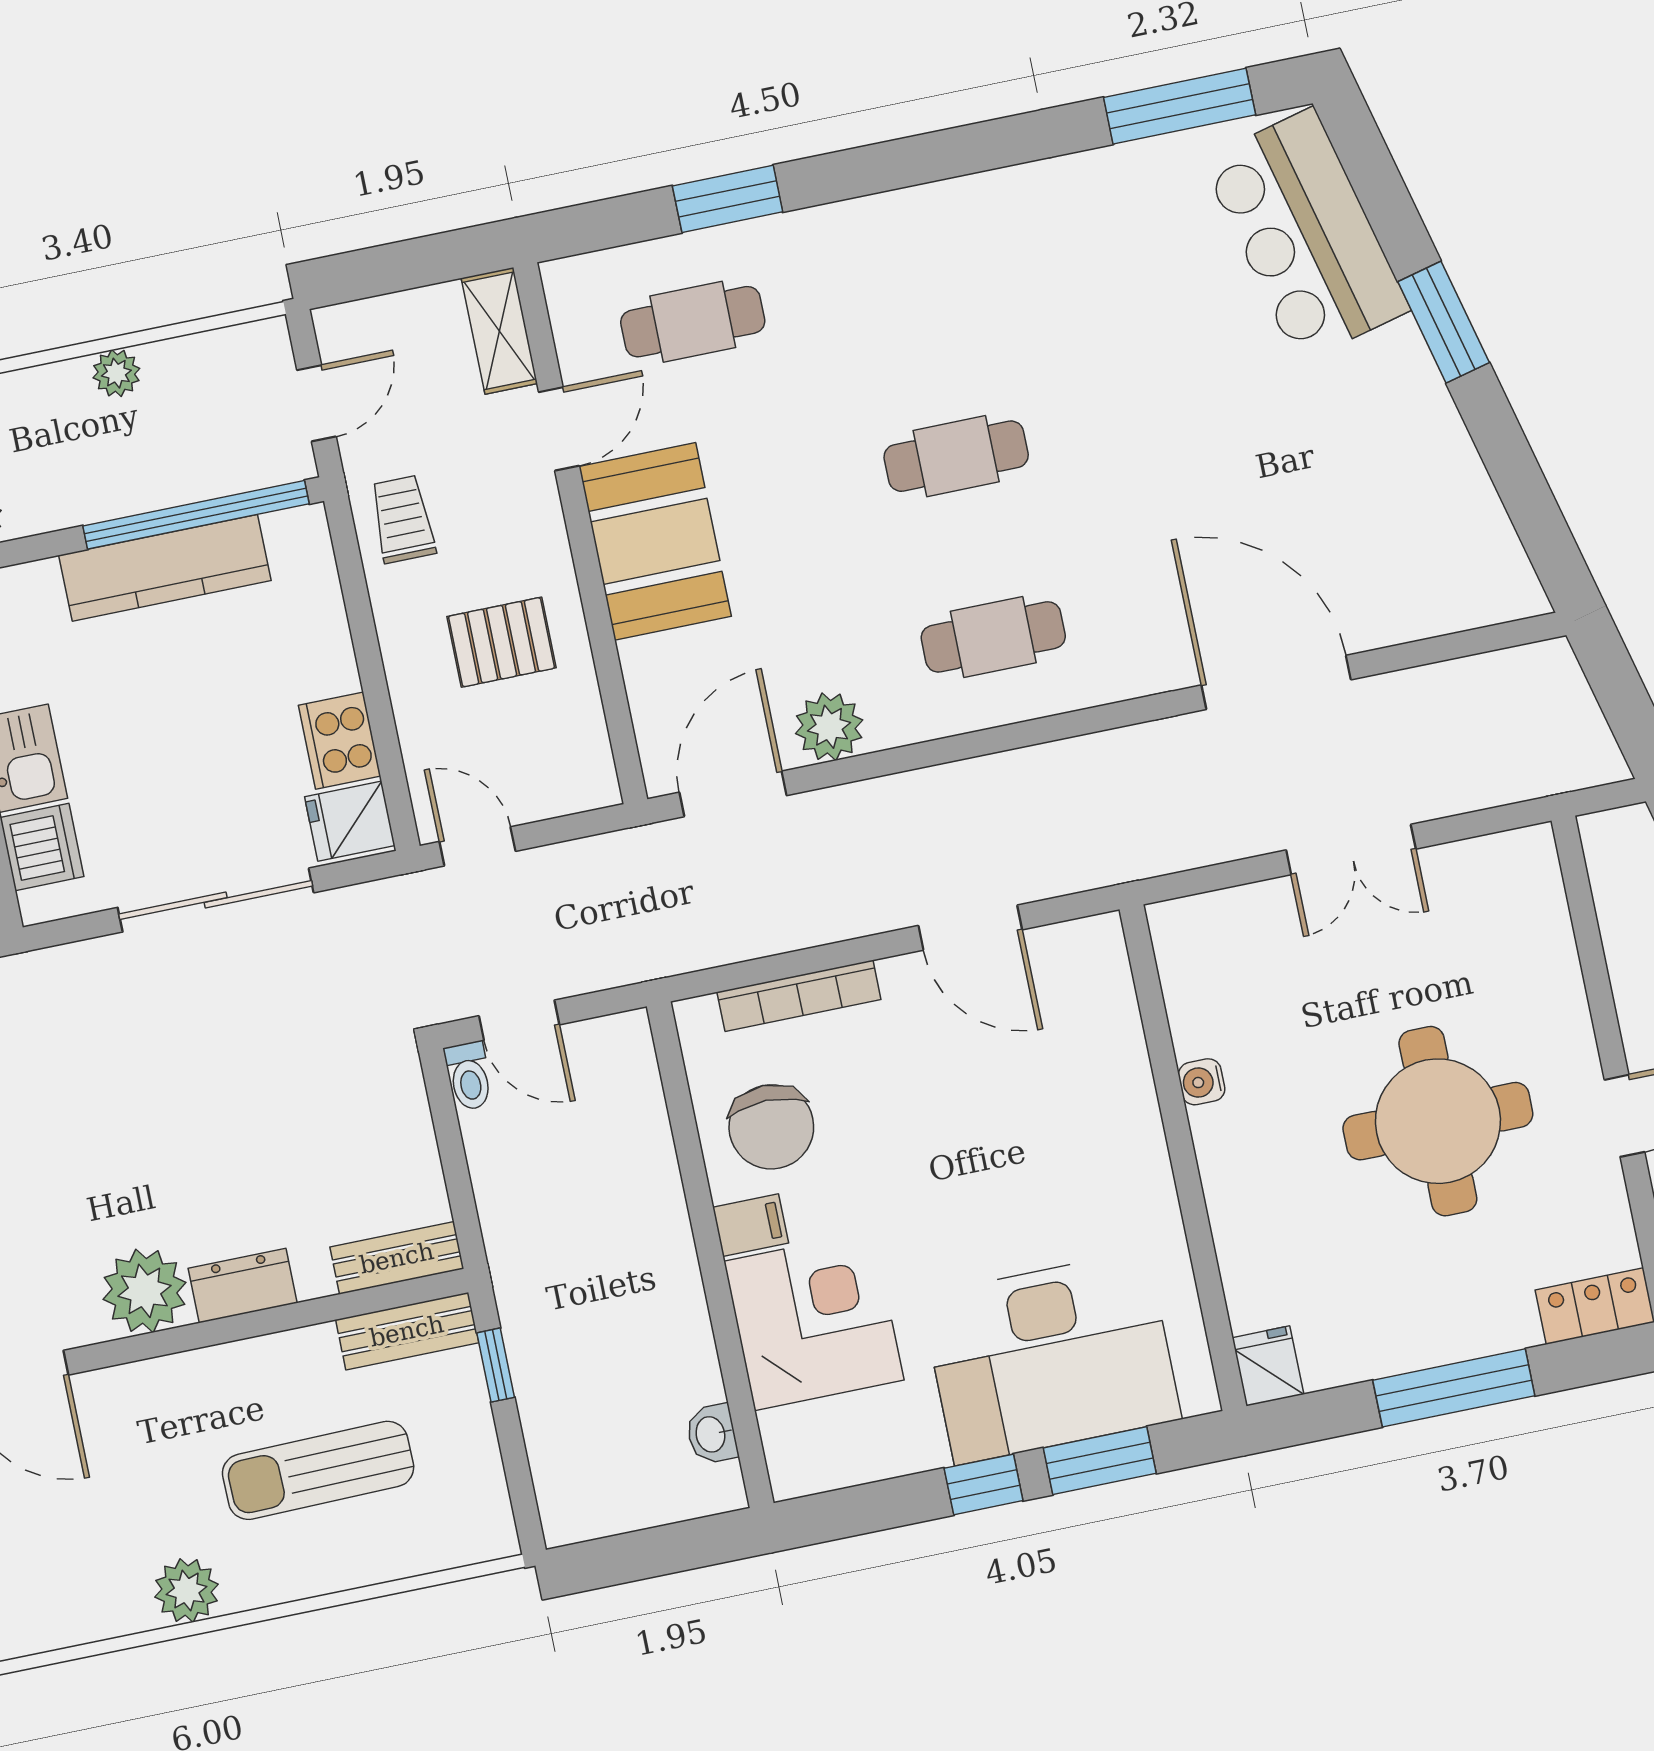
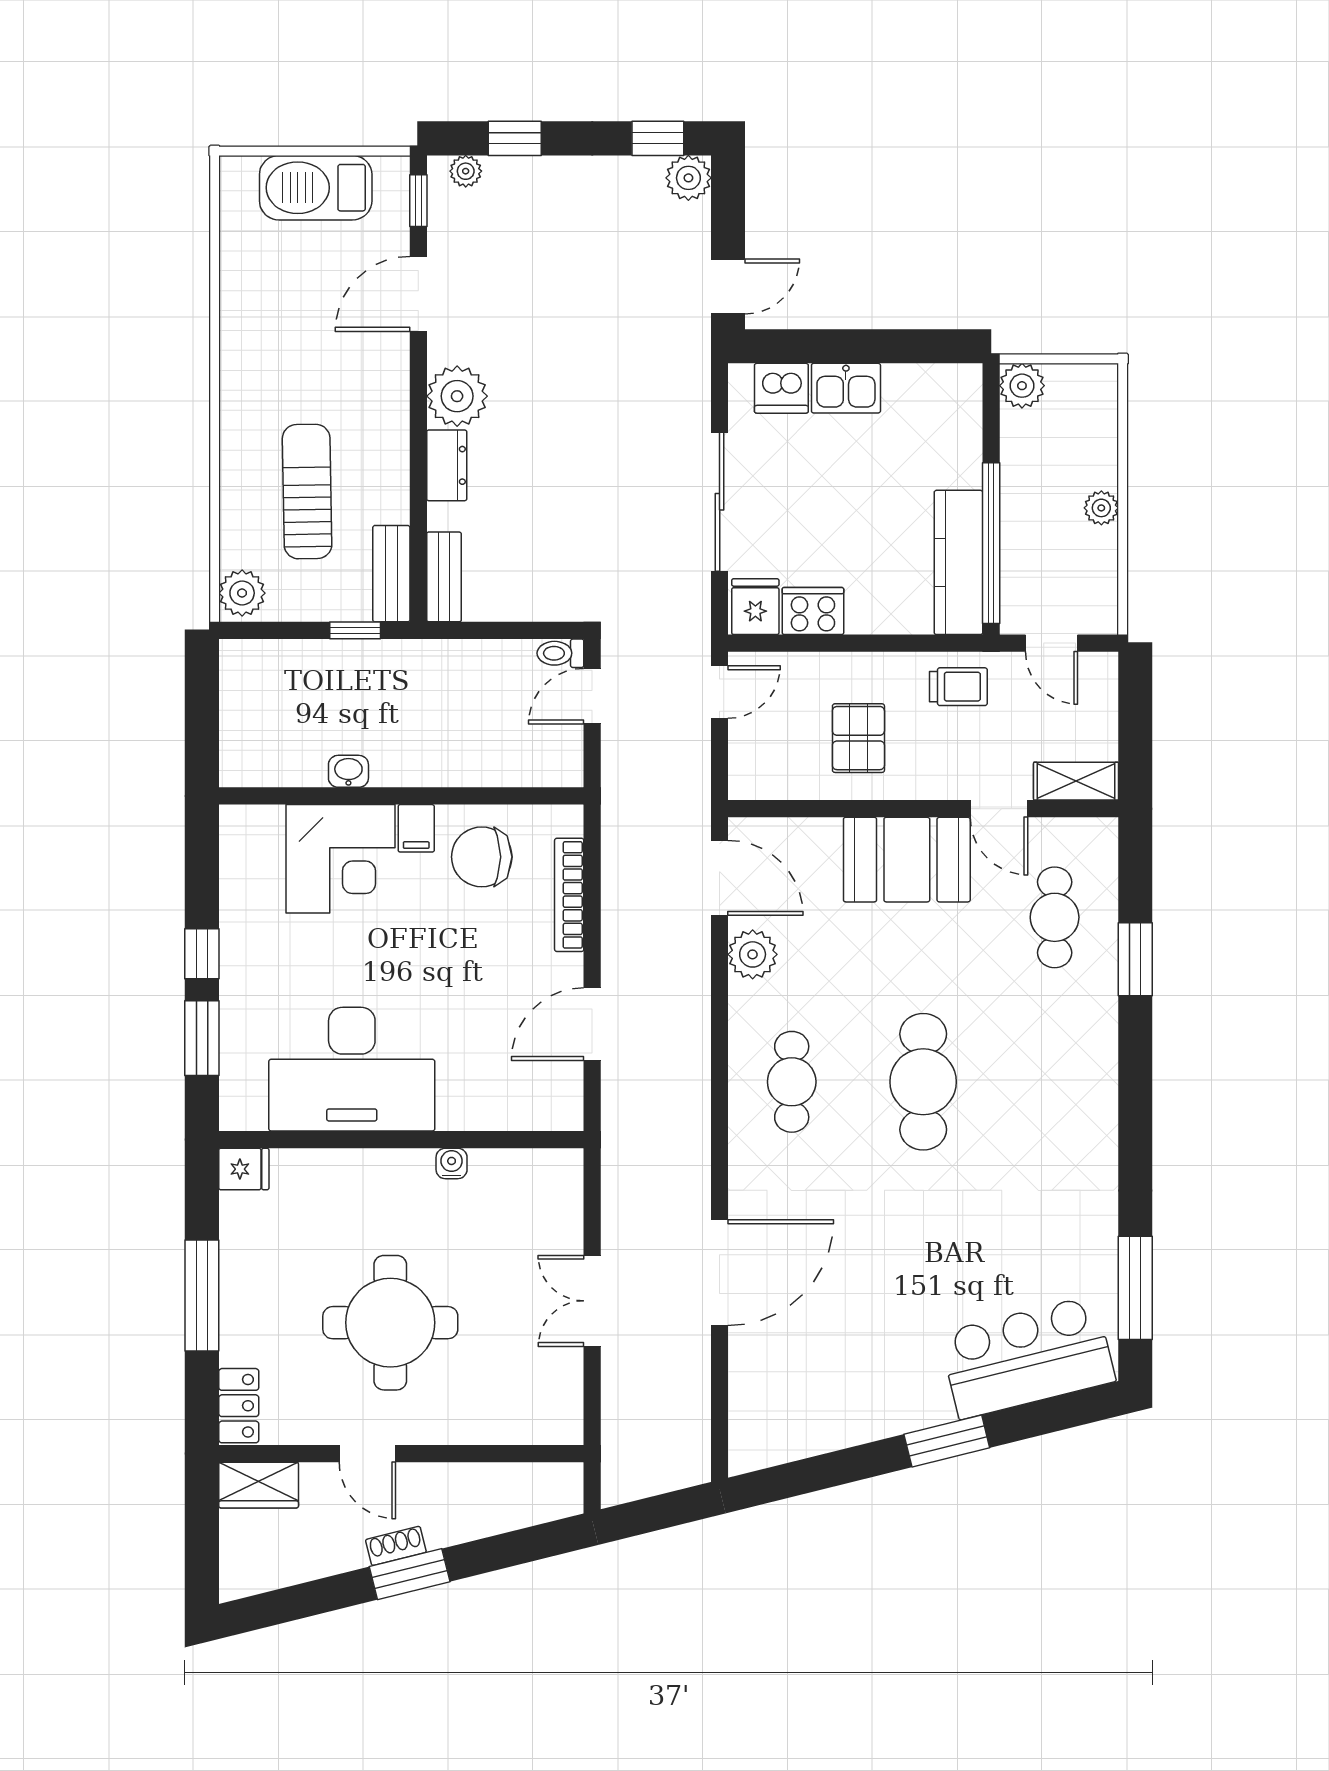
cafe table: (956, 456) -> (923, 1082), width x1.37, depth x1.35
kitchen counter: (165, 568) -> (958, 562), moved
desk: (1051, 1357) -> (352, 1069), moved, turned -90
washbasin: (712, 1434) -> (348, 771), moved
plant: (187, 1591) -> (242, 593), moved

